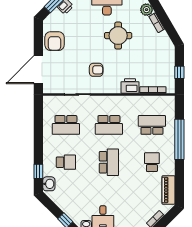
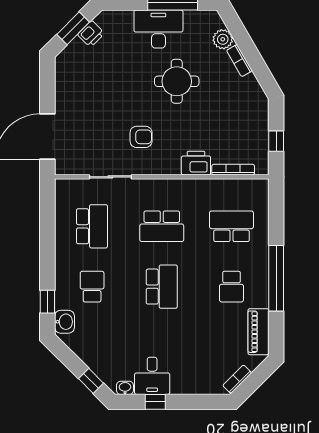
armchair: (55, 41) -> (74, 90), removed
school desk: (66, 125) -> (92, 226), turned -90
window: (179, 139) -> (276, 278), moved
school desk: (66, 162) -> (92, 287), turned -90
school desk: (152, 162) -> (231, 287), turned 180

